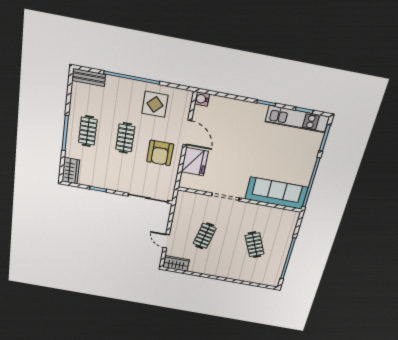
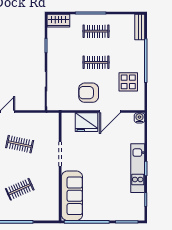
kitchen unit: (297, 119) -> (138, 168), moved

